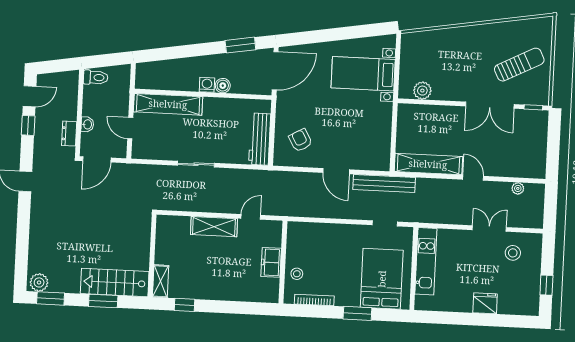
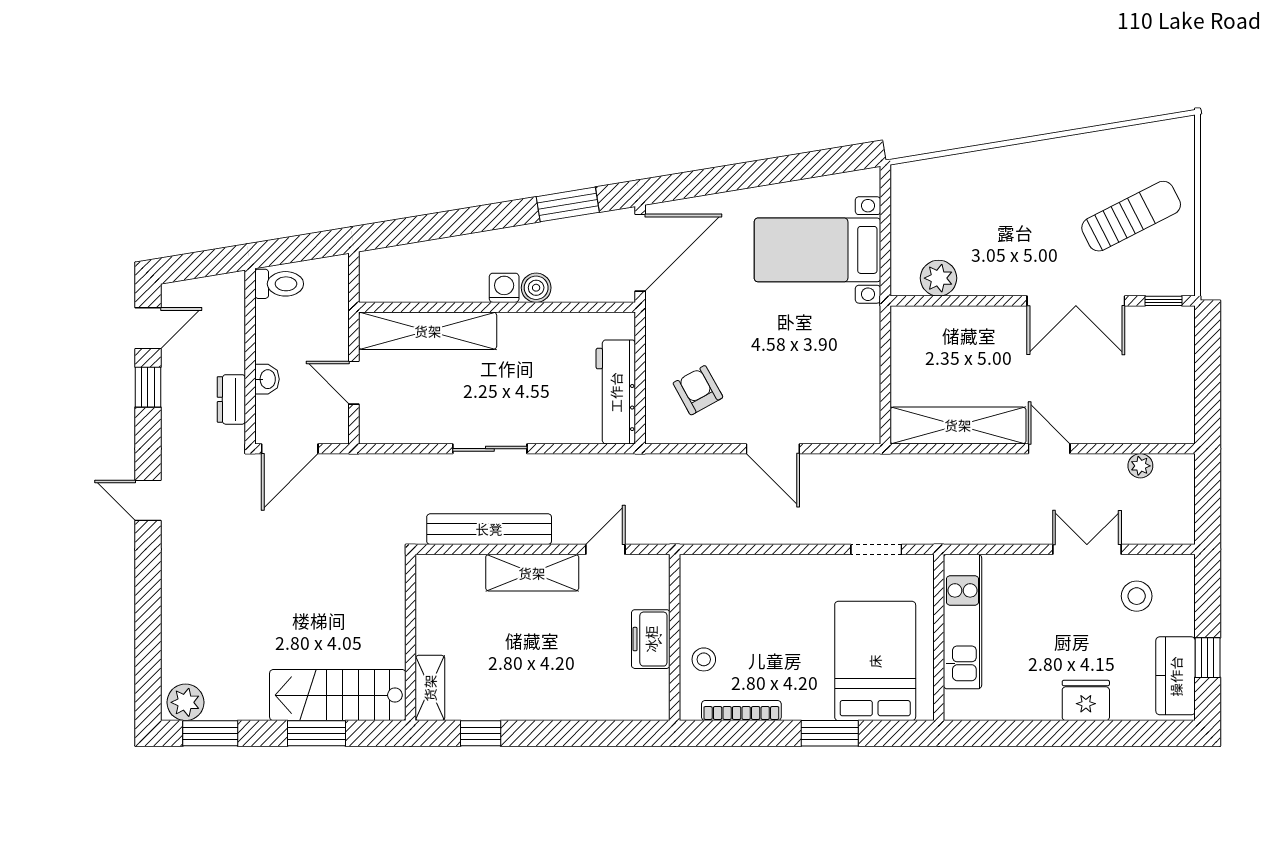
bench: (384, 183) -> (489, 529), moved
kitchen counter: (530, 293) -> (1176, 676), added

